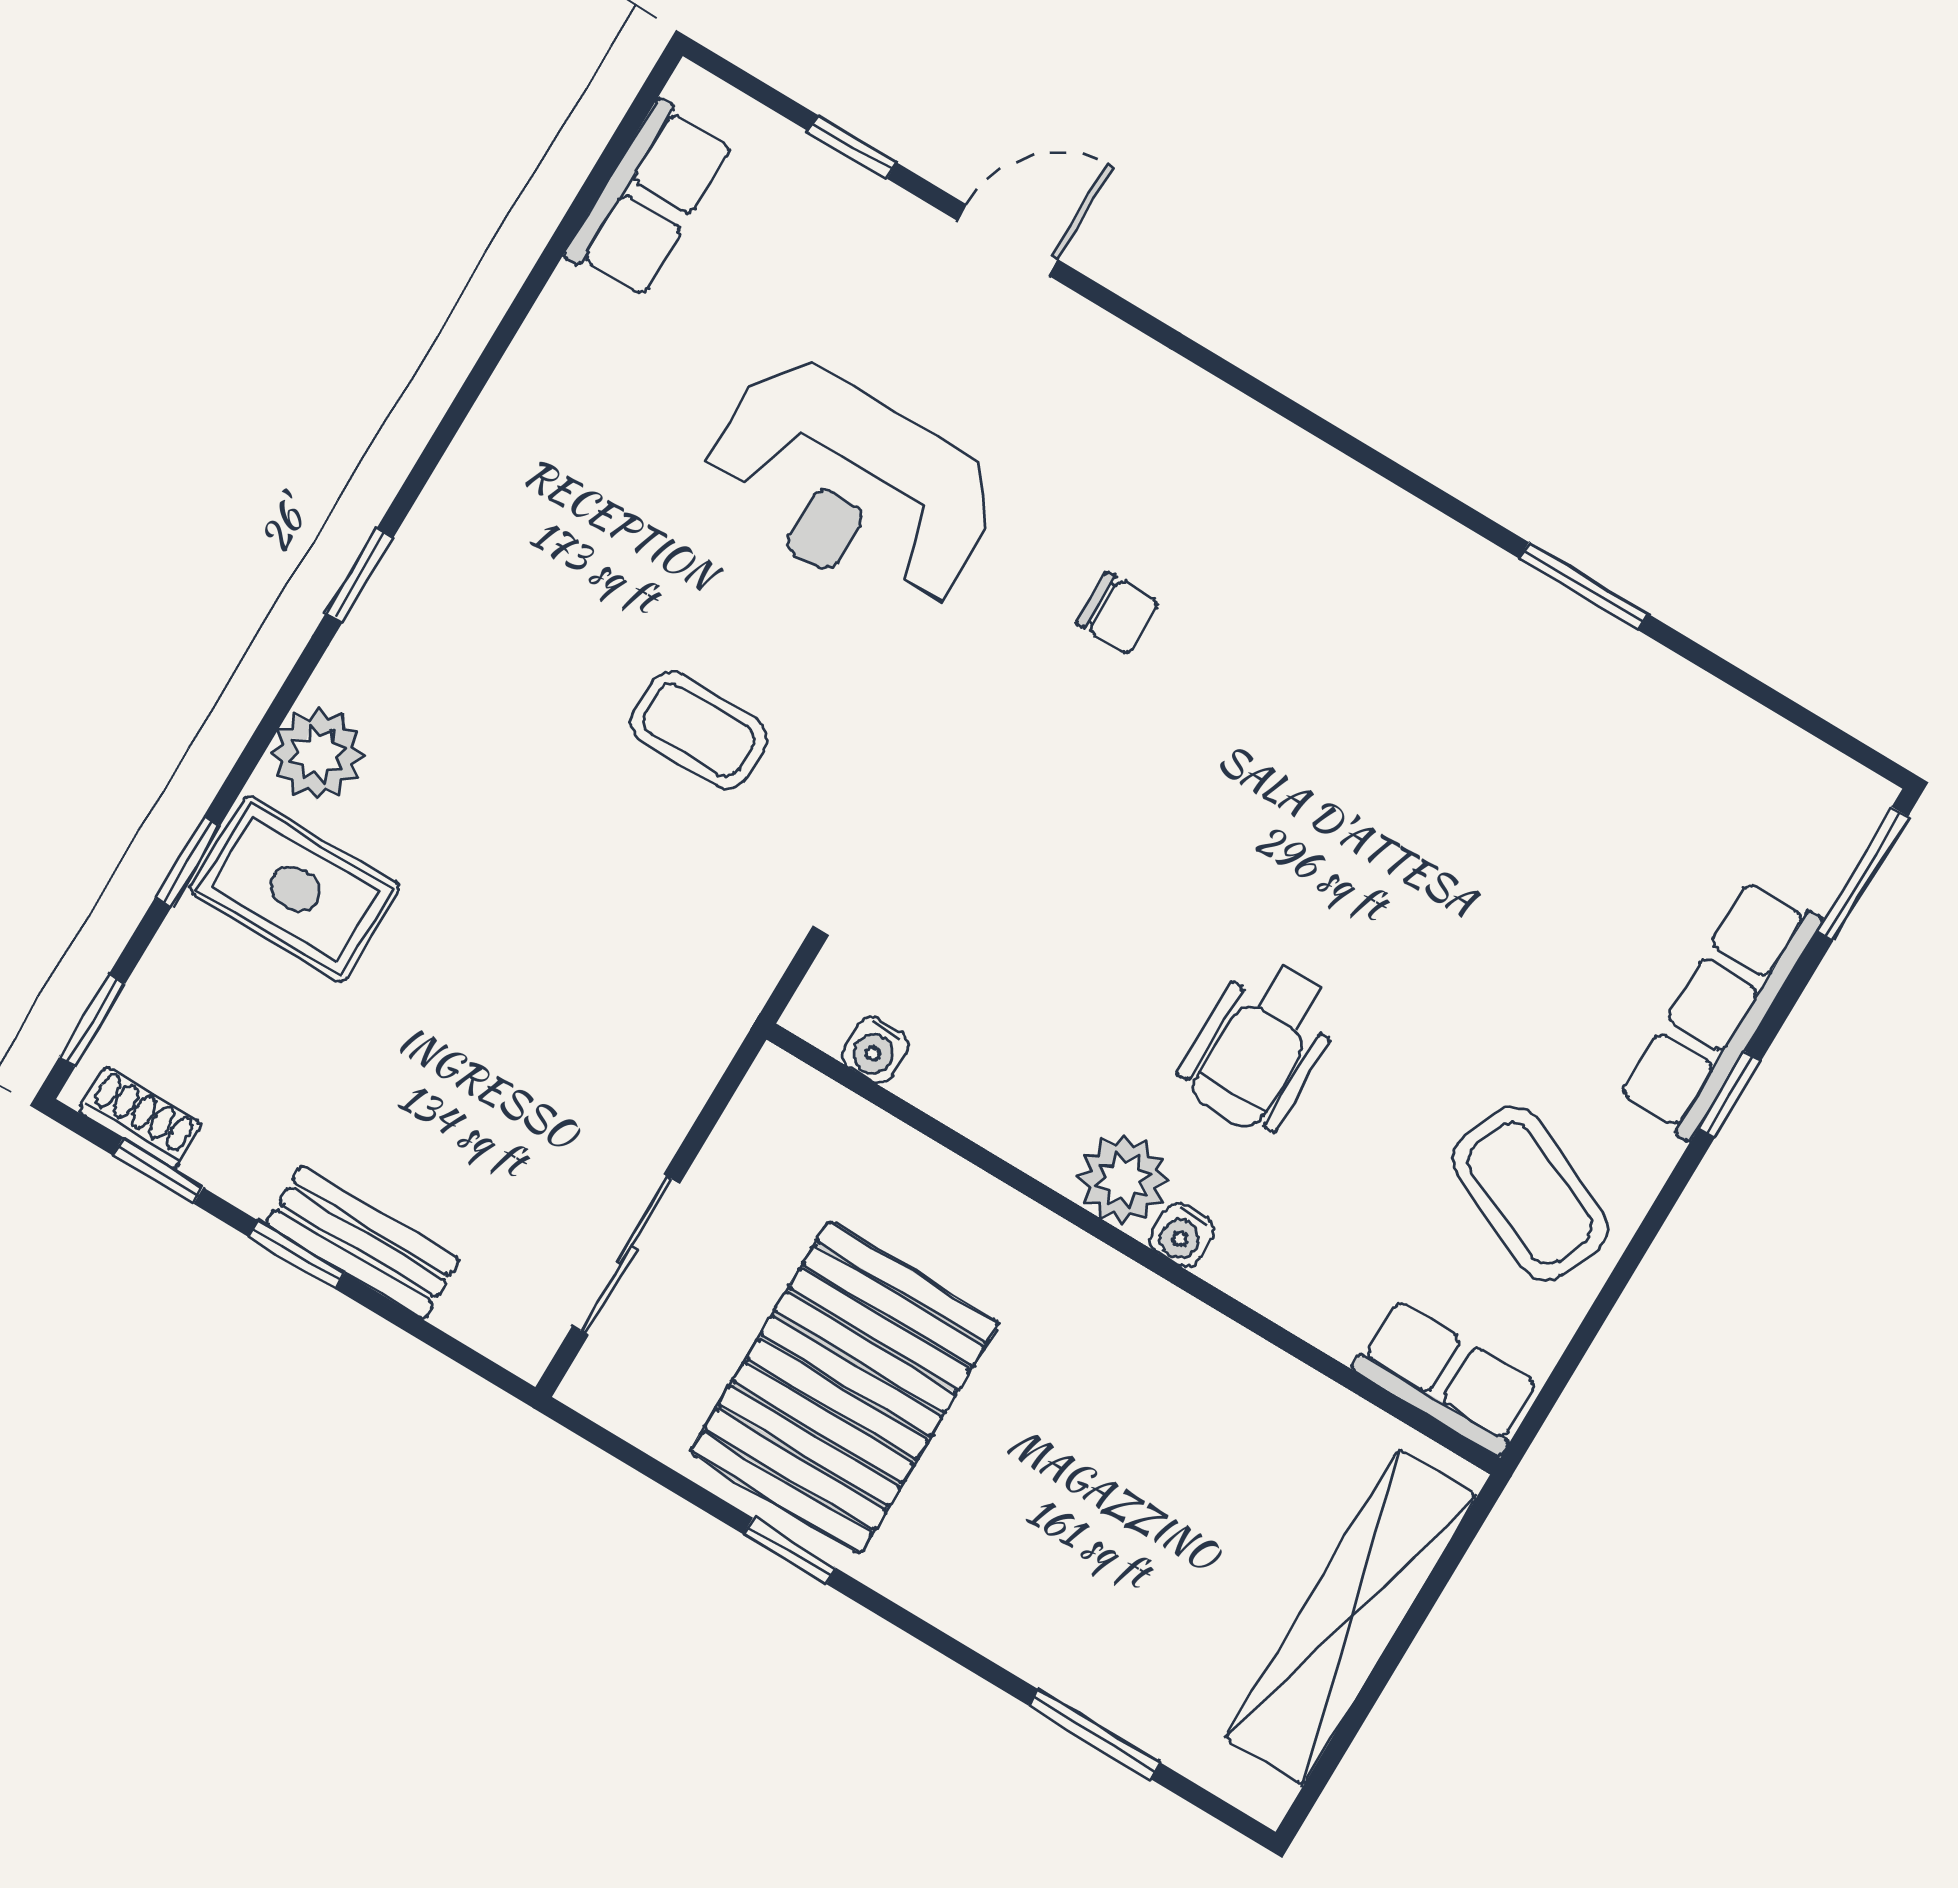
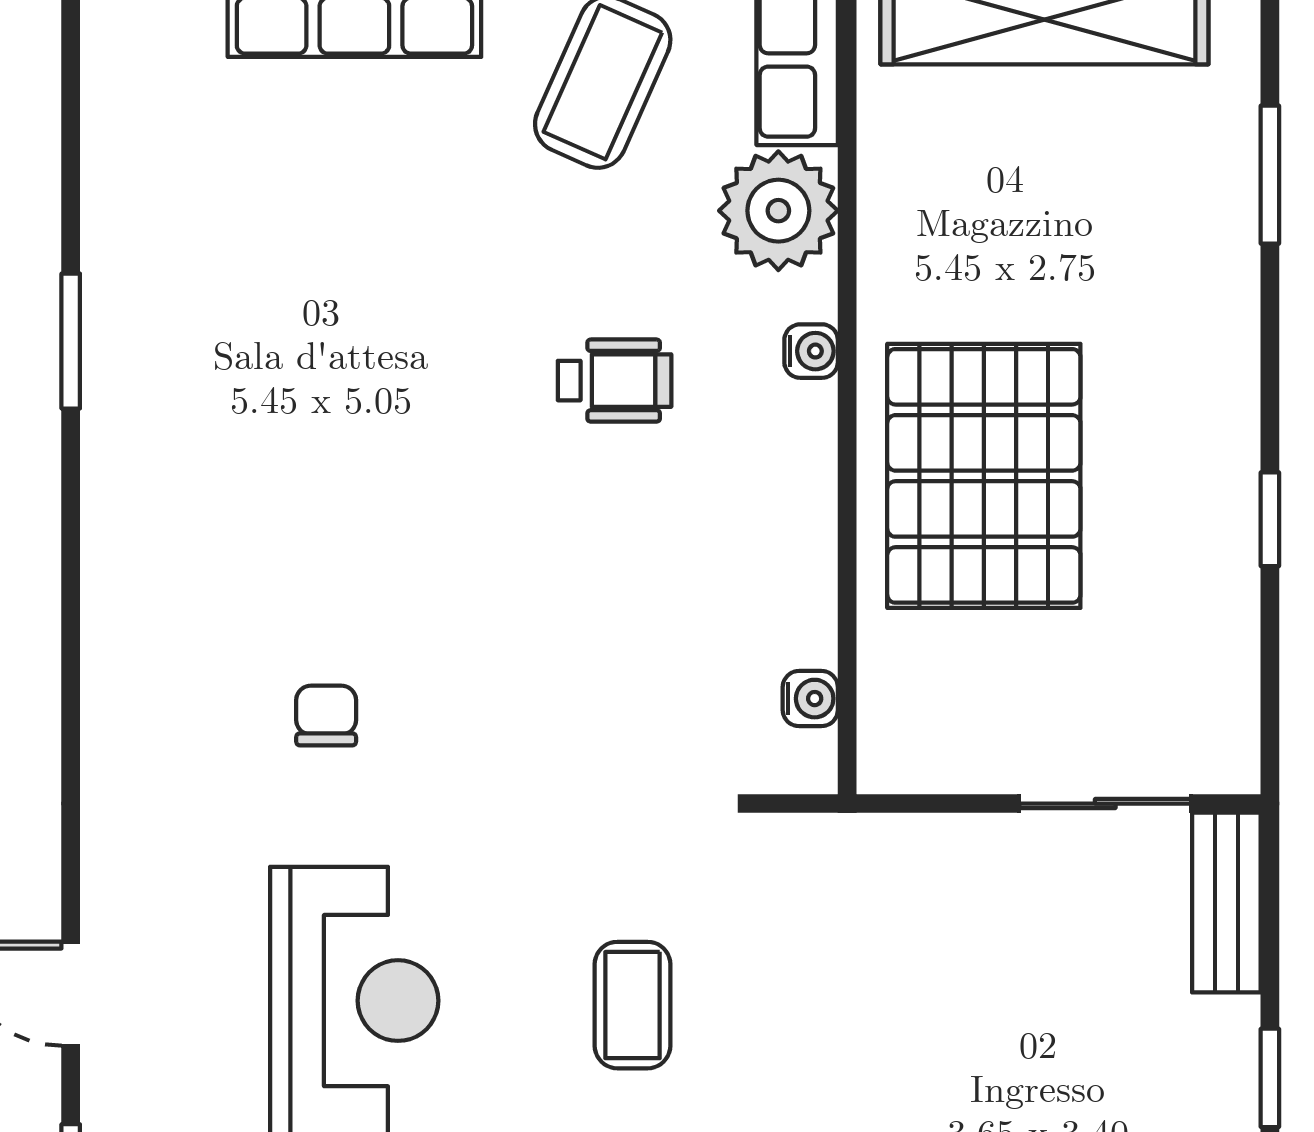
wheelchair: (1260, 1046) -> (615, 381), width x0.73, depth x0.73
plant: (1123, 1180) -> (778, 211), moved, width x1.36, depth x1.36
bench: (363, 1242) -> (1226, 903), moved
pallet: (844, 1387) -> (984, 476), moved, turned 90

